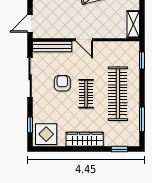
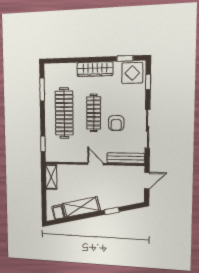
clothes rail: (86, 94) -> (94, 113), width x1.36
window: (119, 149) -> (125, 58), moved

